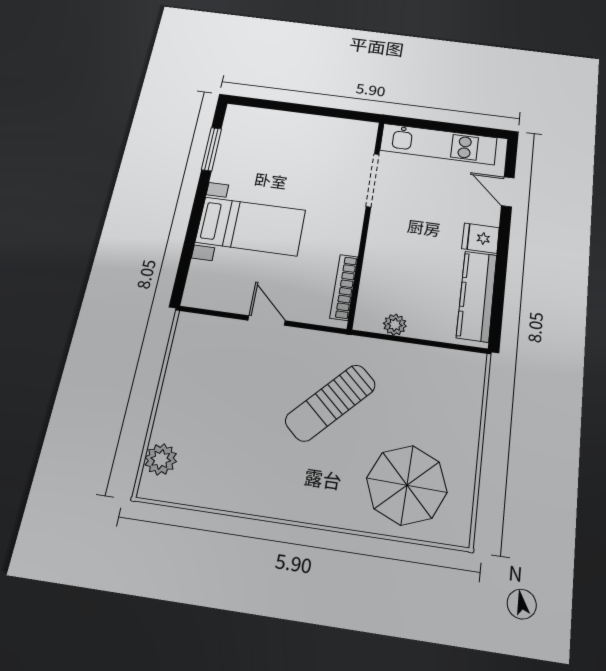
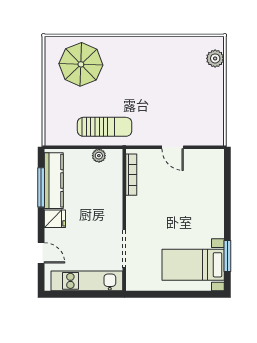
bed with nightstands: (251, 226) -> (193, 265), moved
window: (499, 288) -> (41, 187), added
sun lounger: (330, 403) -> (105, 127), moved, turned 47

